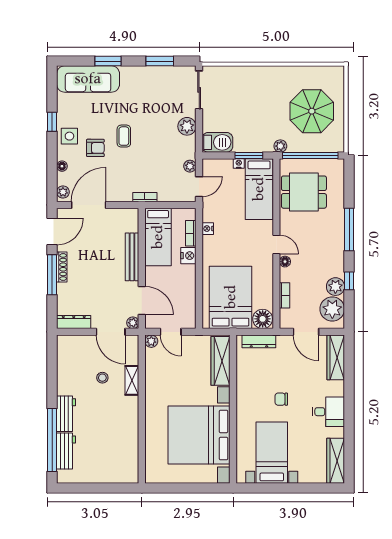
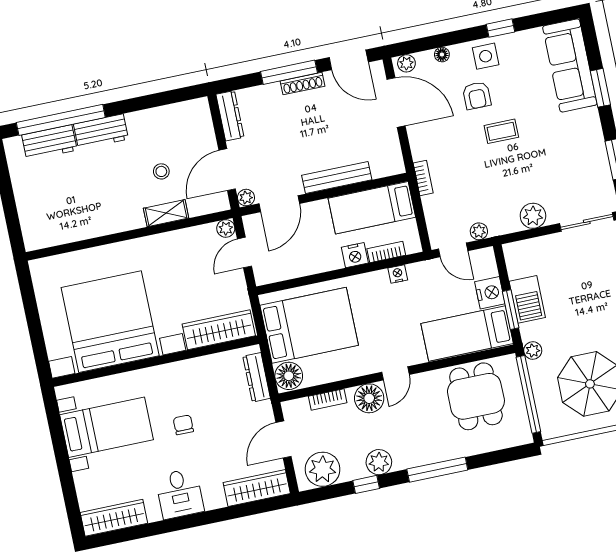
barbecue: (217, 142) -> (527, 299), moved
nightstand: (239, 163) -> (490, 293), width x1.89, depth x1.79
floor lamp: (285, 262) -> (369, 398), width x1.89, depth x1.89
plant: (335, 287) -> (379, 462), moved

